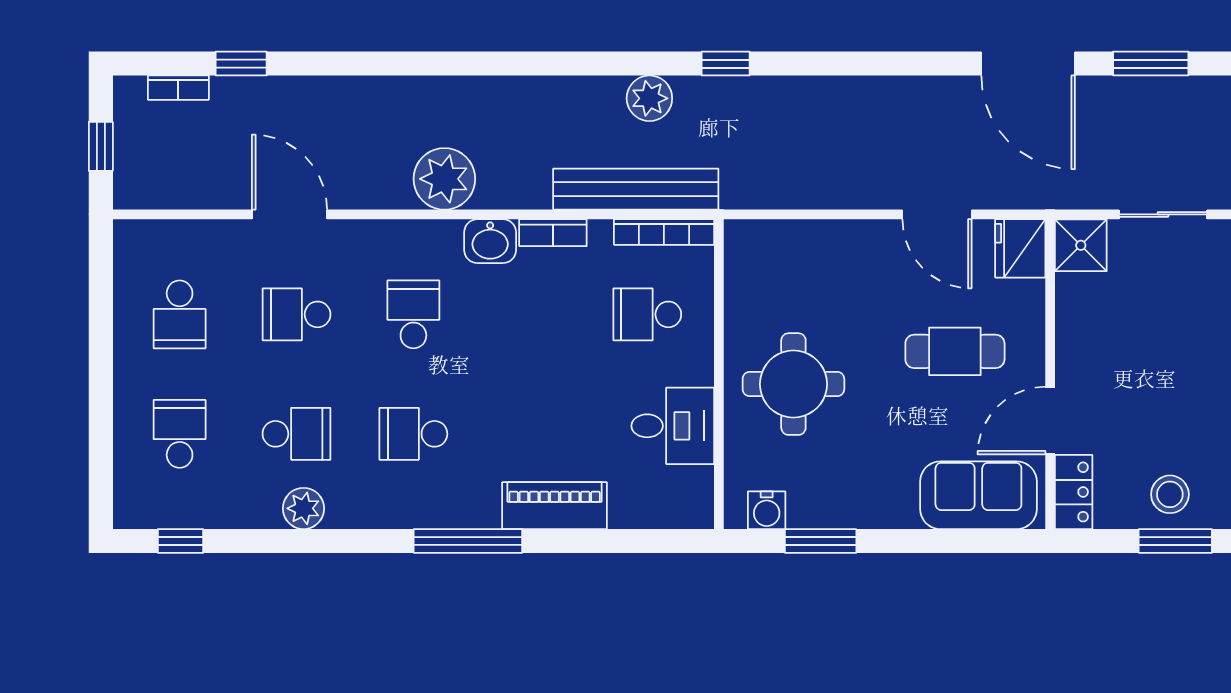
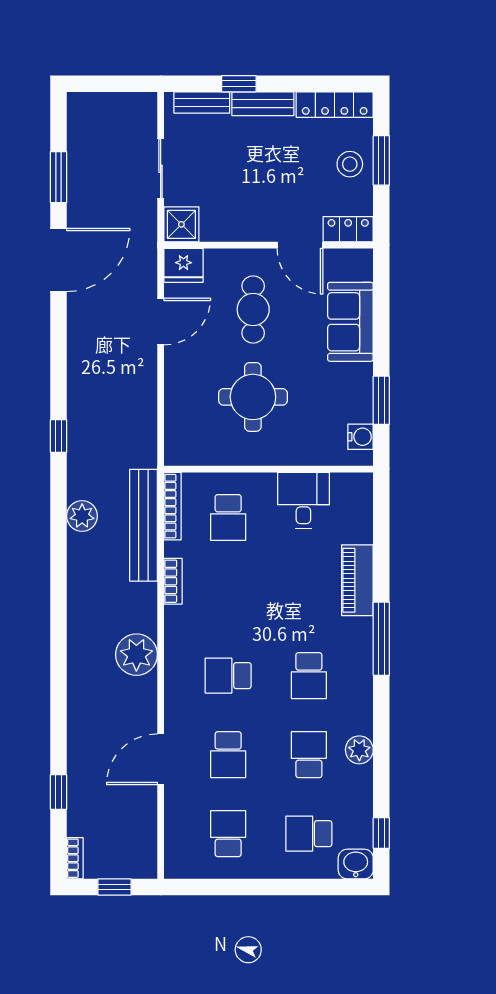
window: (726, 64) -> (59, 436), moved
bookcase: (178, 88) -> (75, 858), moved
washbasin: (490, 241) -> (356, 864), moved, turned -90
school desk: (180, 314) -> (228, 834), turned -90
round table: (793, 384) -> (253, 397), moved
sofa: (978, 495) -> (350, 322), moved

